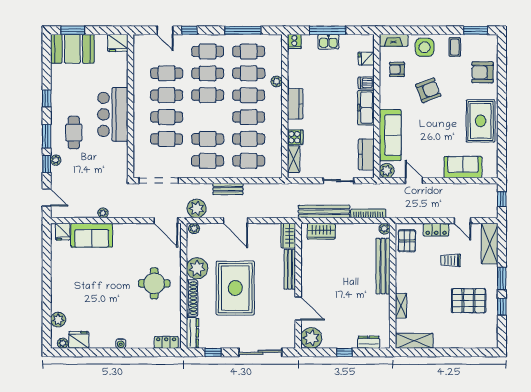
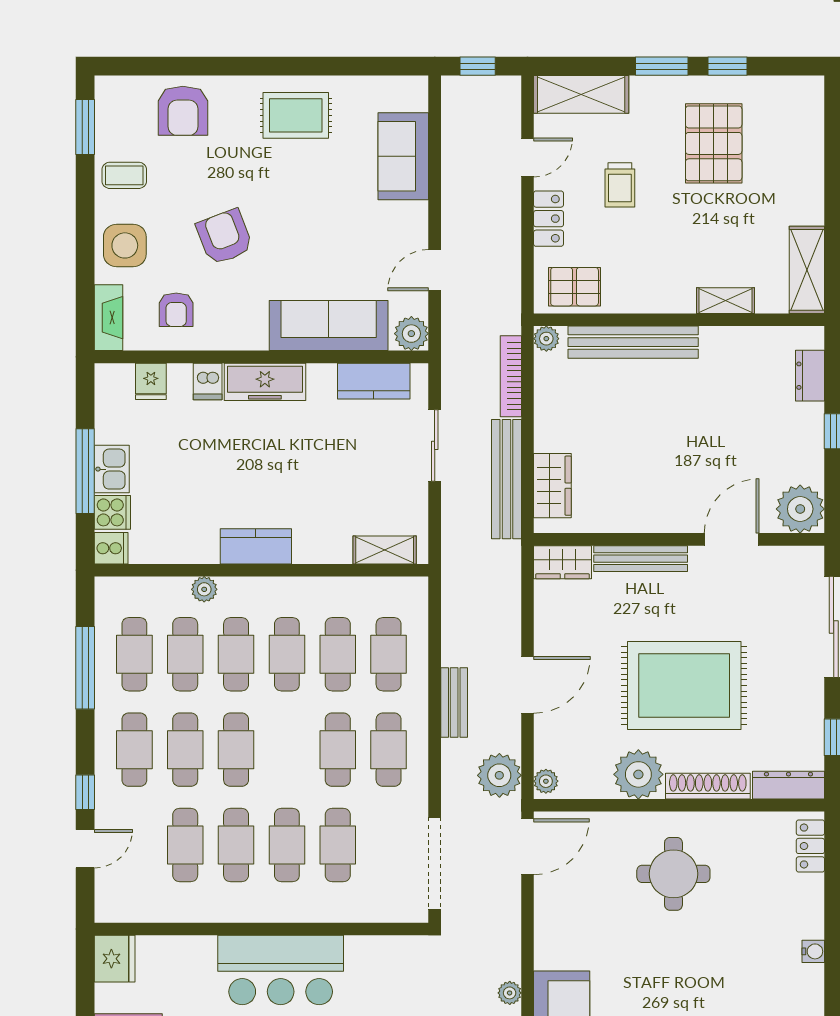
rug: (481, 121) -> (296, 115), width x0.73, depth x0.70
cooker: (295, 137) -> (112, 512), moved, turned 90

